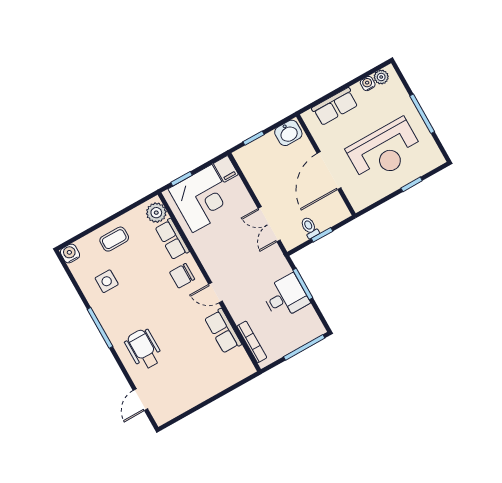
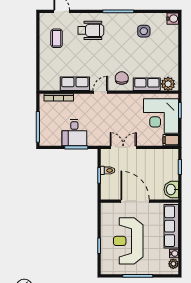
row of seats: (335, 107) -> (171, 226), width x1.48
coffee table: (114, 239) -> (57, 38), moved

